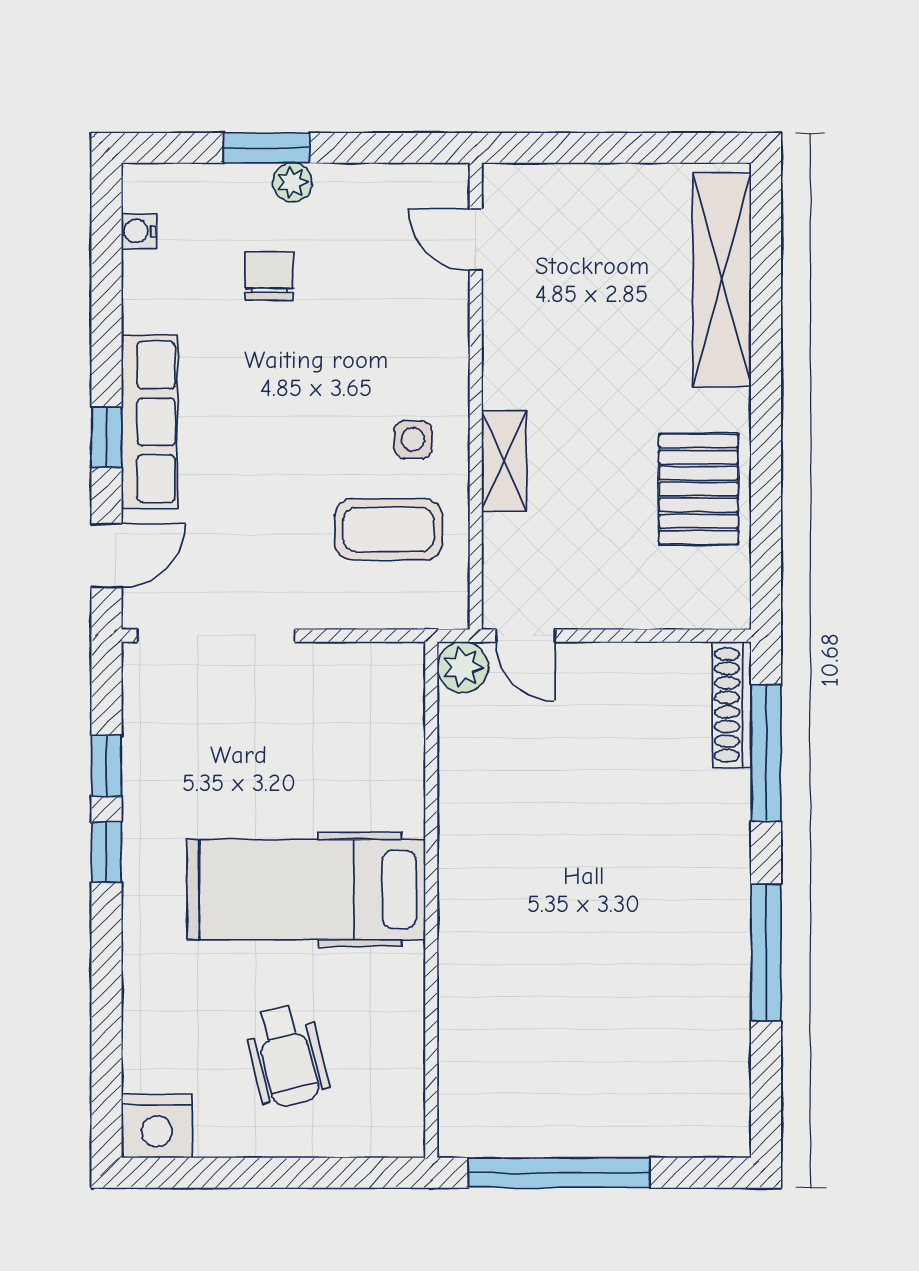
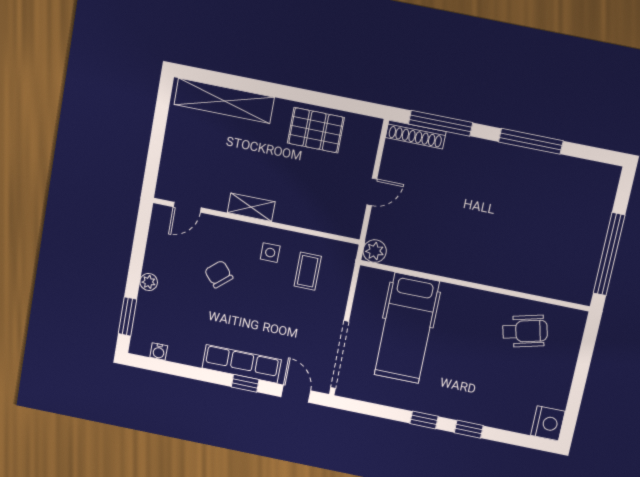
window: (267, 148) -> (128, 316), moved
chair: (269, 276) -> (219, 274), moved, turned 49
shelving: (504, 461) -> (251, 207), moved
coffee table: (388, 529) -> (308, 271), width x0.73, depth x0.77
door: (526, 636) -> (372, 192), moved
window: (106, 766) -> (469, 429), moved
hospital bed: (306, 889) -> (407, 328), moved
wheelchair: (286, 1056) -> (525, 331), moved

